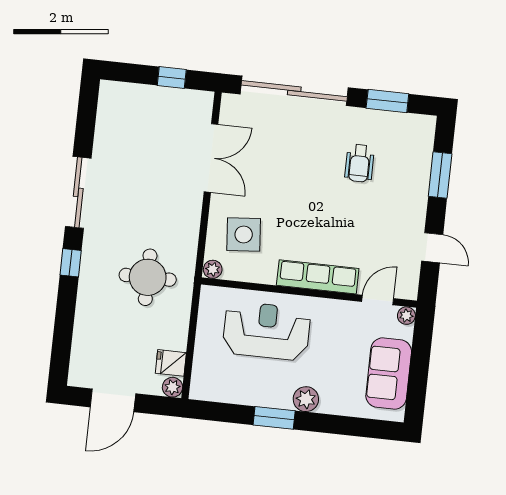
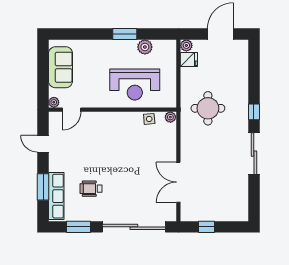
wheelchair: (359, 163) -> (91, 189), turned -90
side table: (244, 235) -> (149, 119), moved, width x0.54, depth x0.54
row of seats: (318, 277) -> (56, 196), moved, turned -90
plant: (306, 399) -> (145, 47), moved

